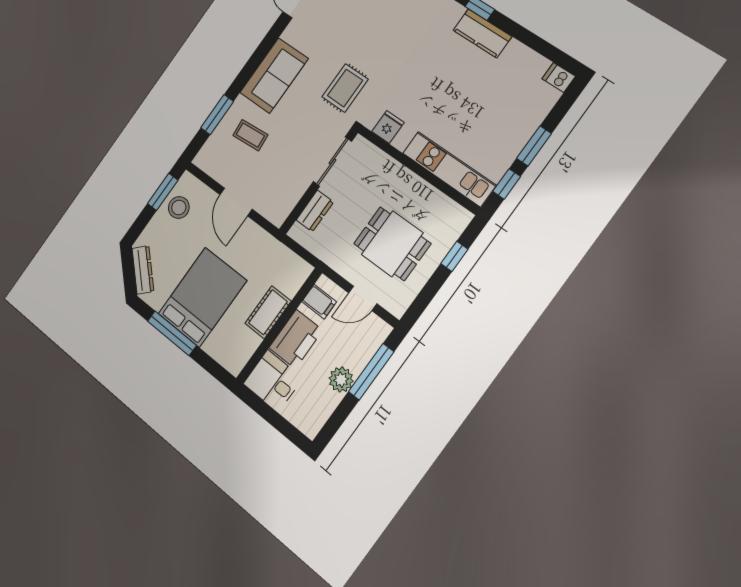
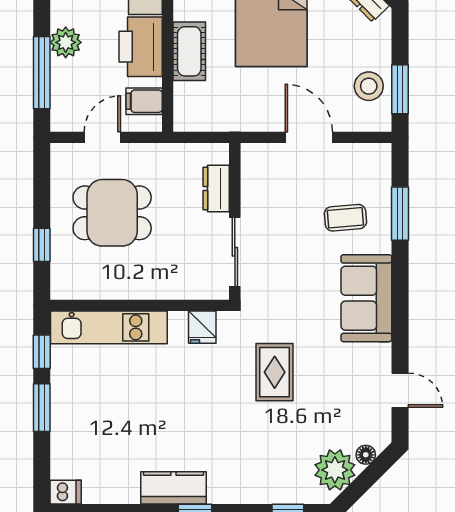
rug: (345, 88) -> (275, 372), moved

